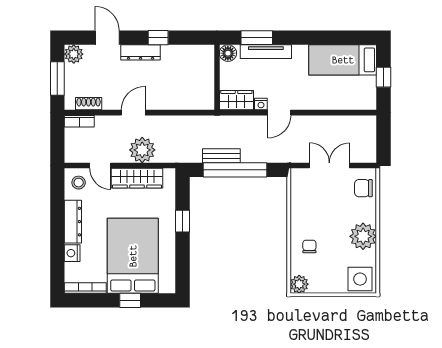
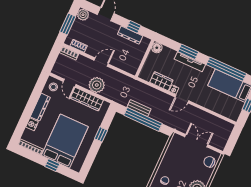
window: (326, 38) -> (226, 69), added
dresser: (141, 52) -> (130, 35), moved
floor lamp: (228, 53) -> (157, 48), moved
wall: (217, 77) -> (145, 58), moved

